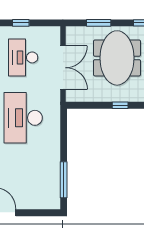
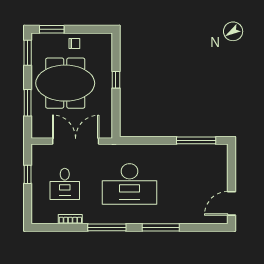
window: (21, 23) -> (28, 174), moved
desk: (23, 57) -> (65, 184), width x0.73

